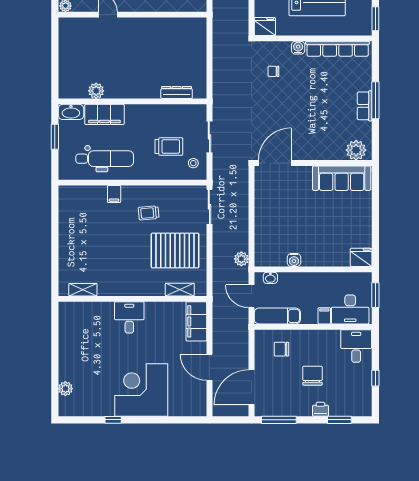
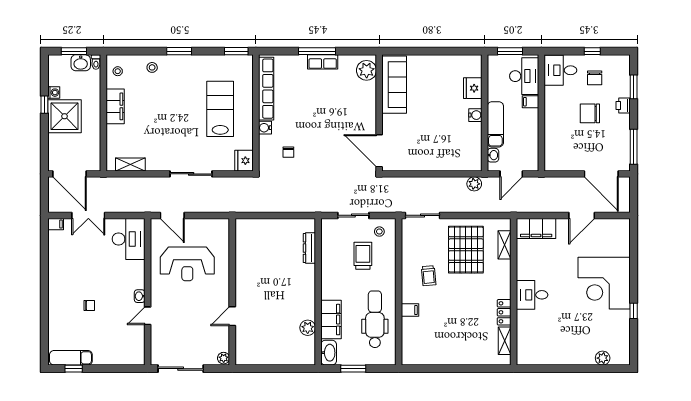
fridge: (361, 257) -> (473, 88), moved
water cooler: (294, 260) -> (475, 115), moved
locker: (112, 289) -> (504, 312), added
exam couch: (277, 316) -> (495, 124), moved, turned 180
chair: (281, 349) -> (595, 78), moved

